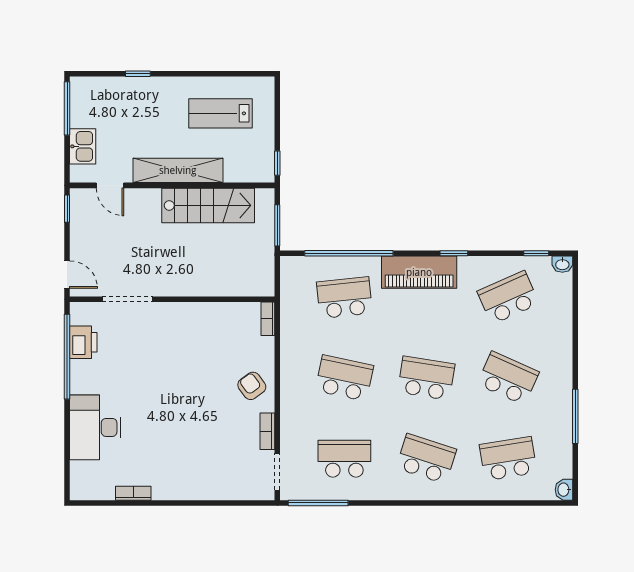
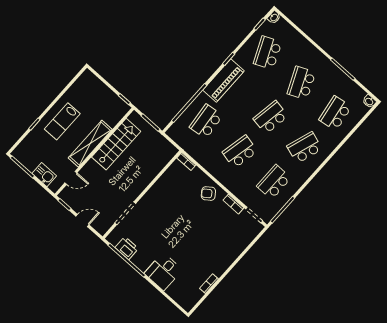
lab bench: (220, 113) -> (62, 121), moved
door: (67, 275) -> (82, 220), moved
school desk: (508, 378) -> (301, 83), turned -48
desk: (95, 427) -> (163, 272), width x0.73

